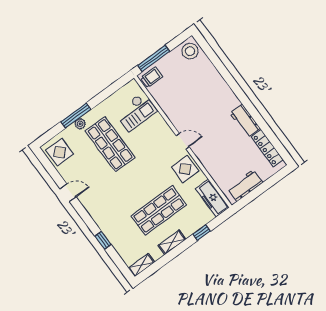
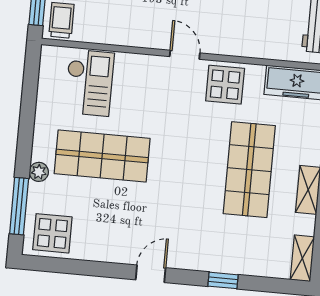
window: (76, 116) -> (19, 206), moved
door: (183, 141) -> (185, 55), hinge flipped
door: (68, 193) -> (151, 274), moved

